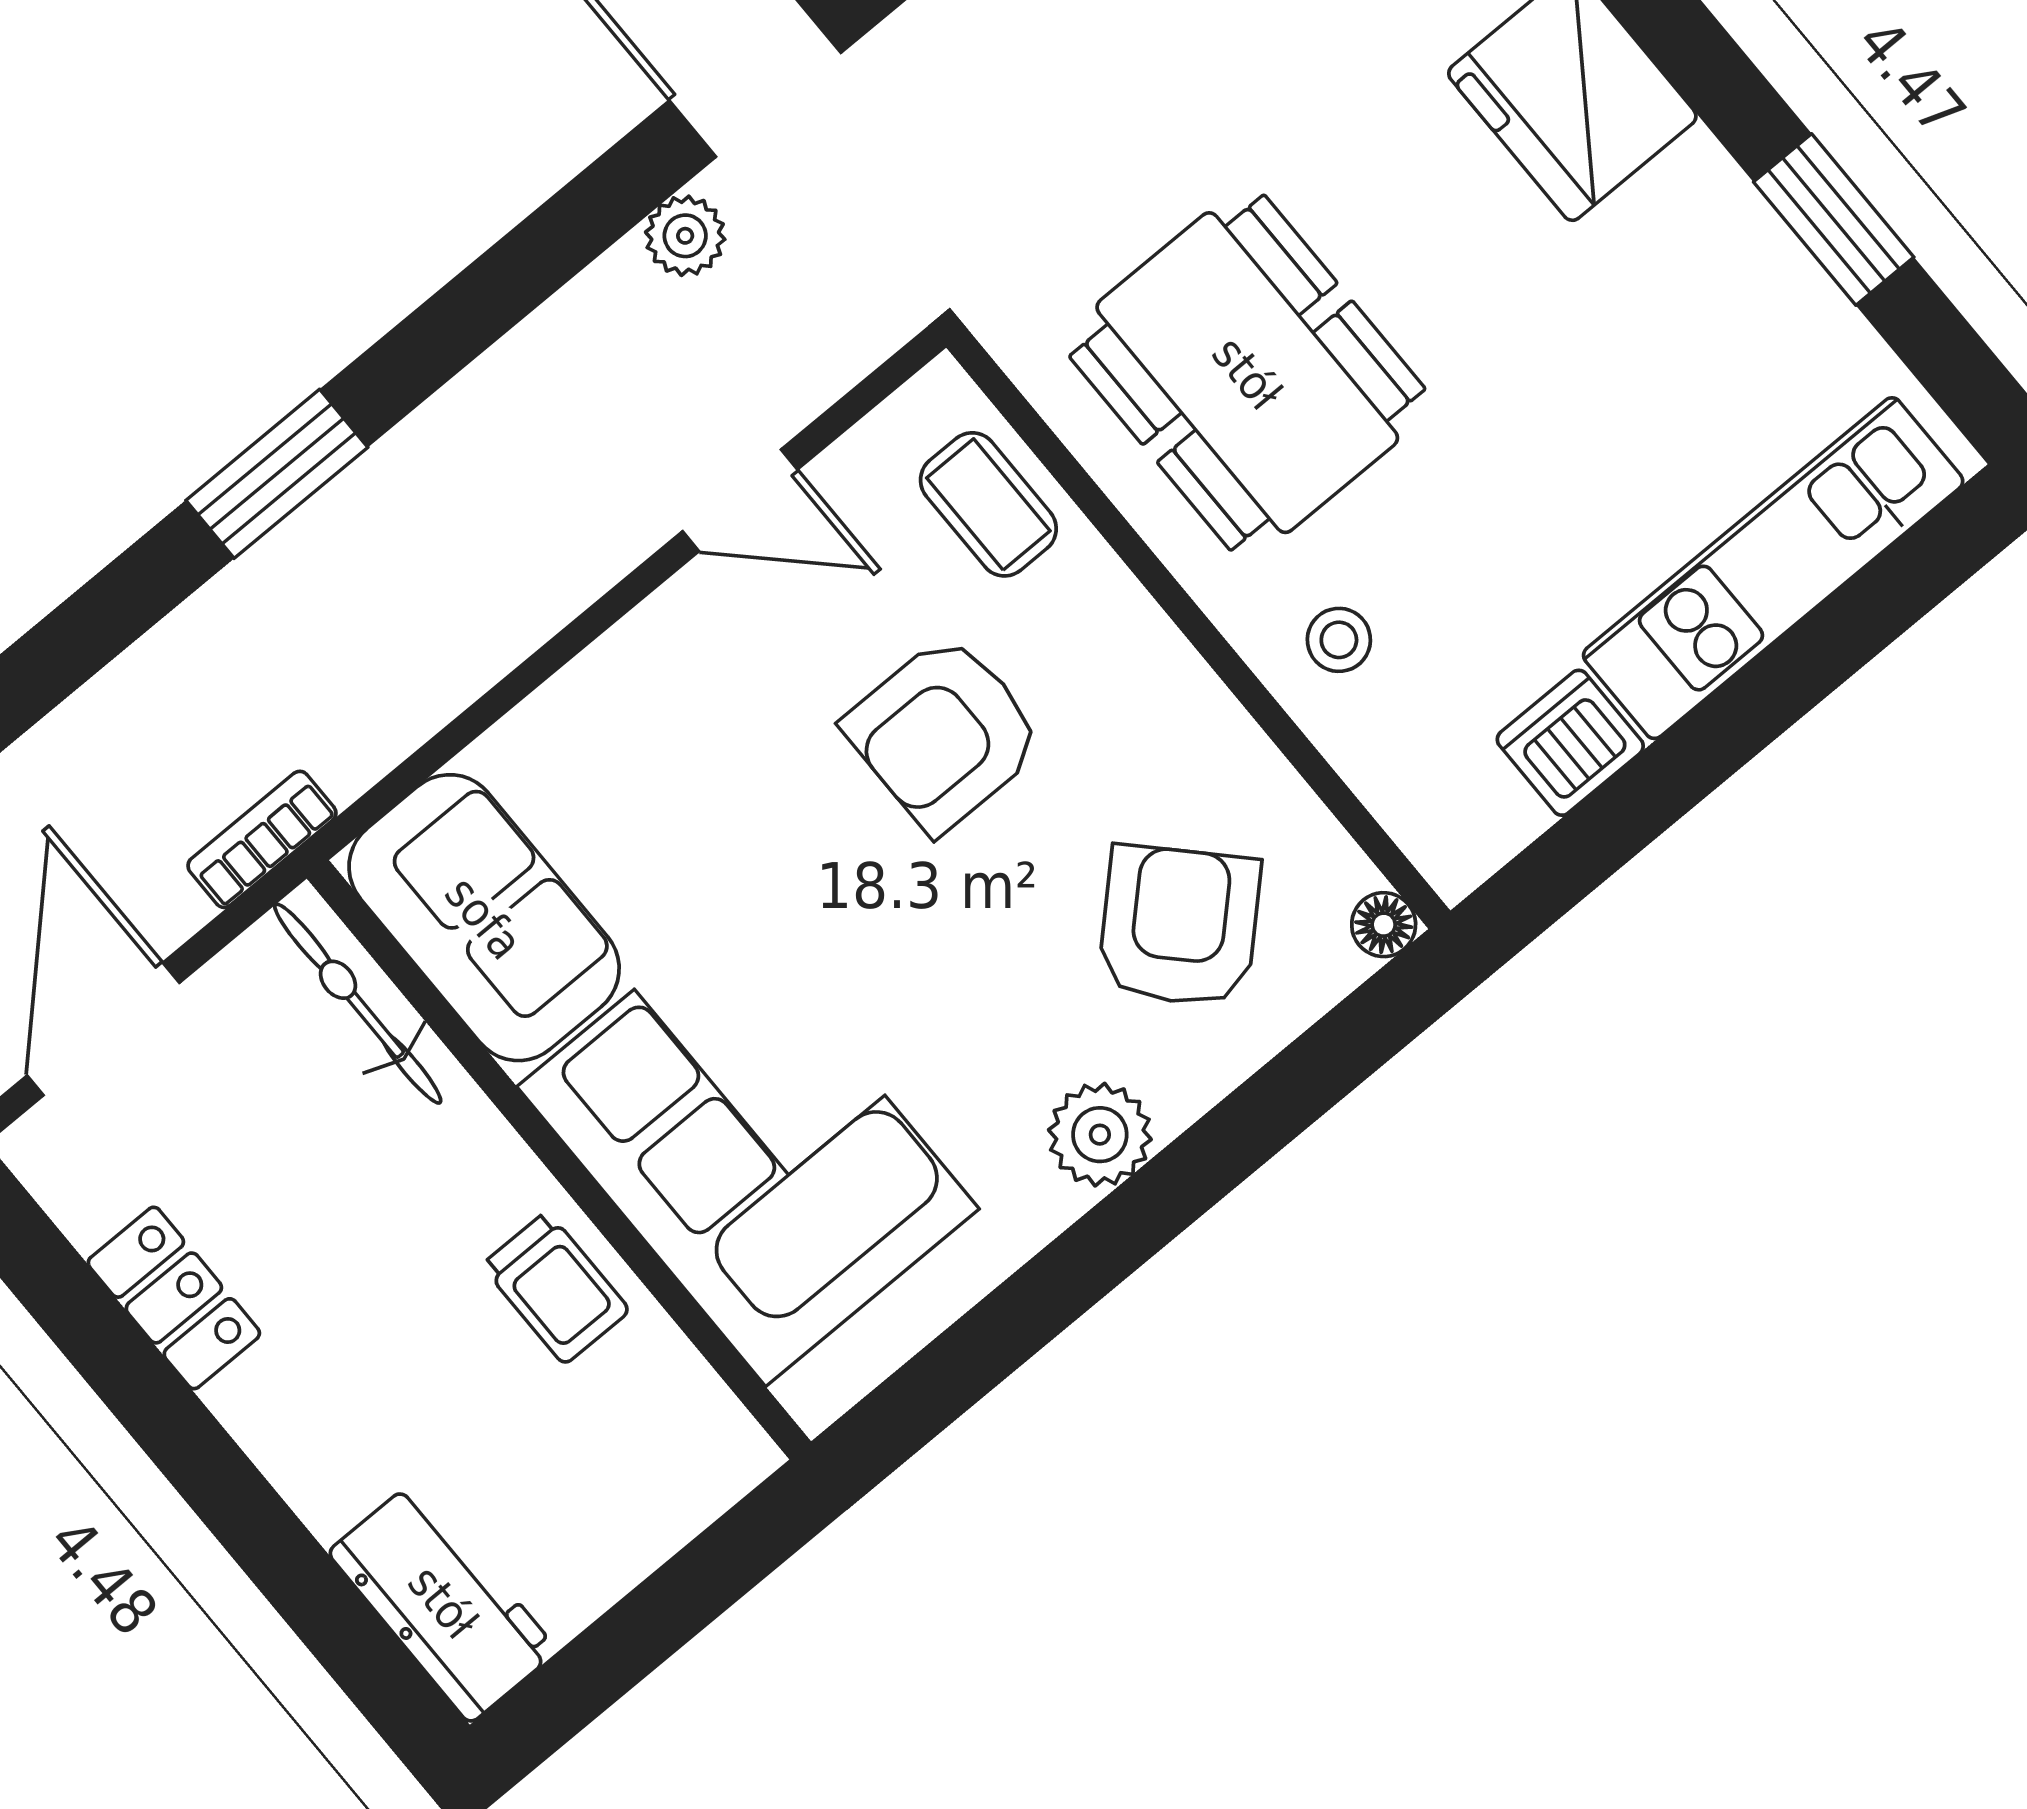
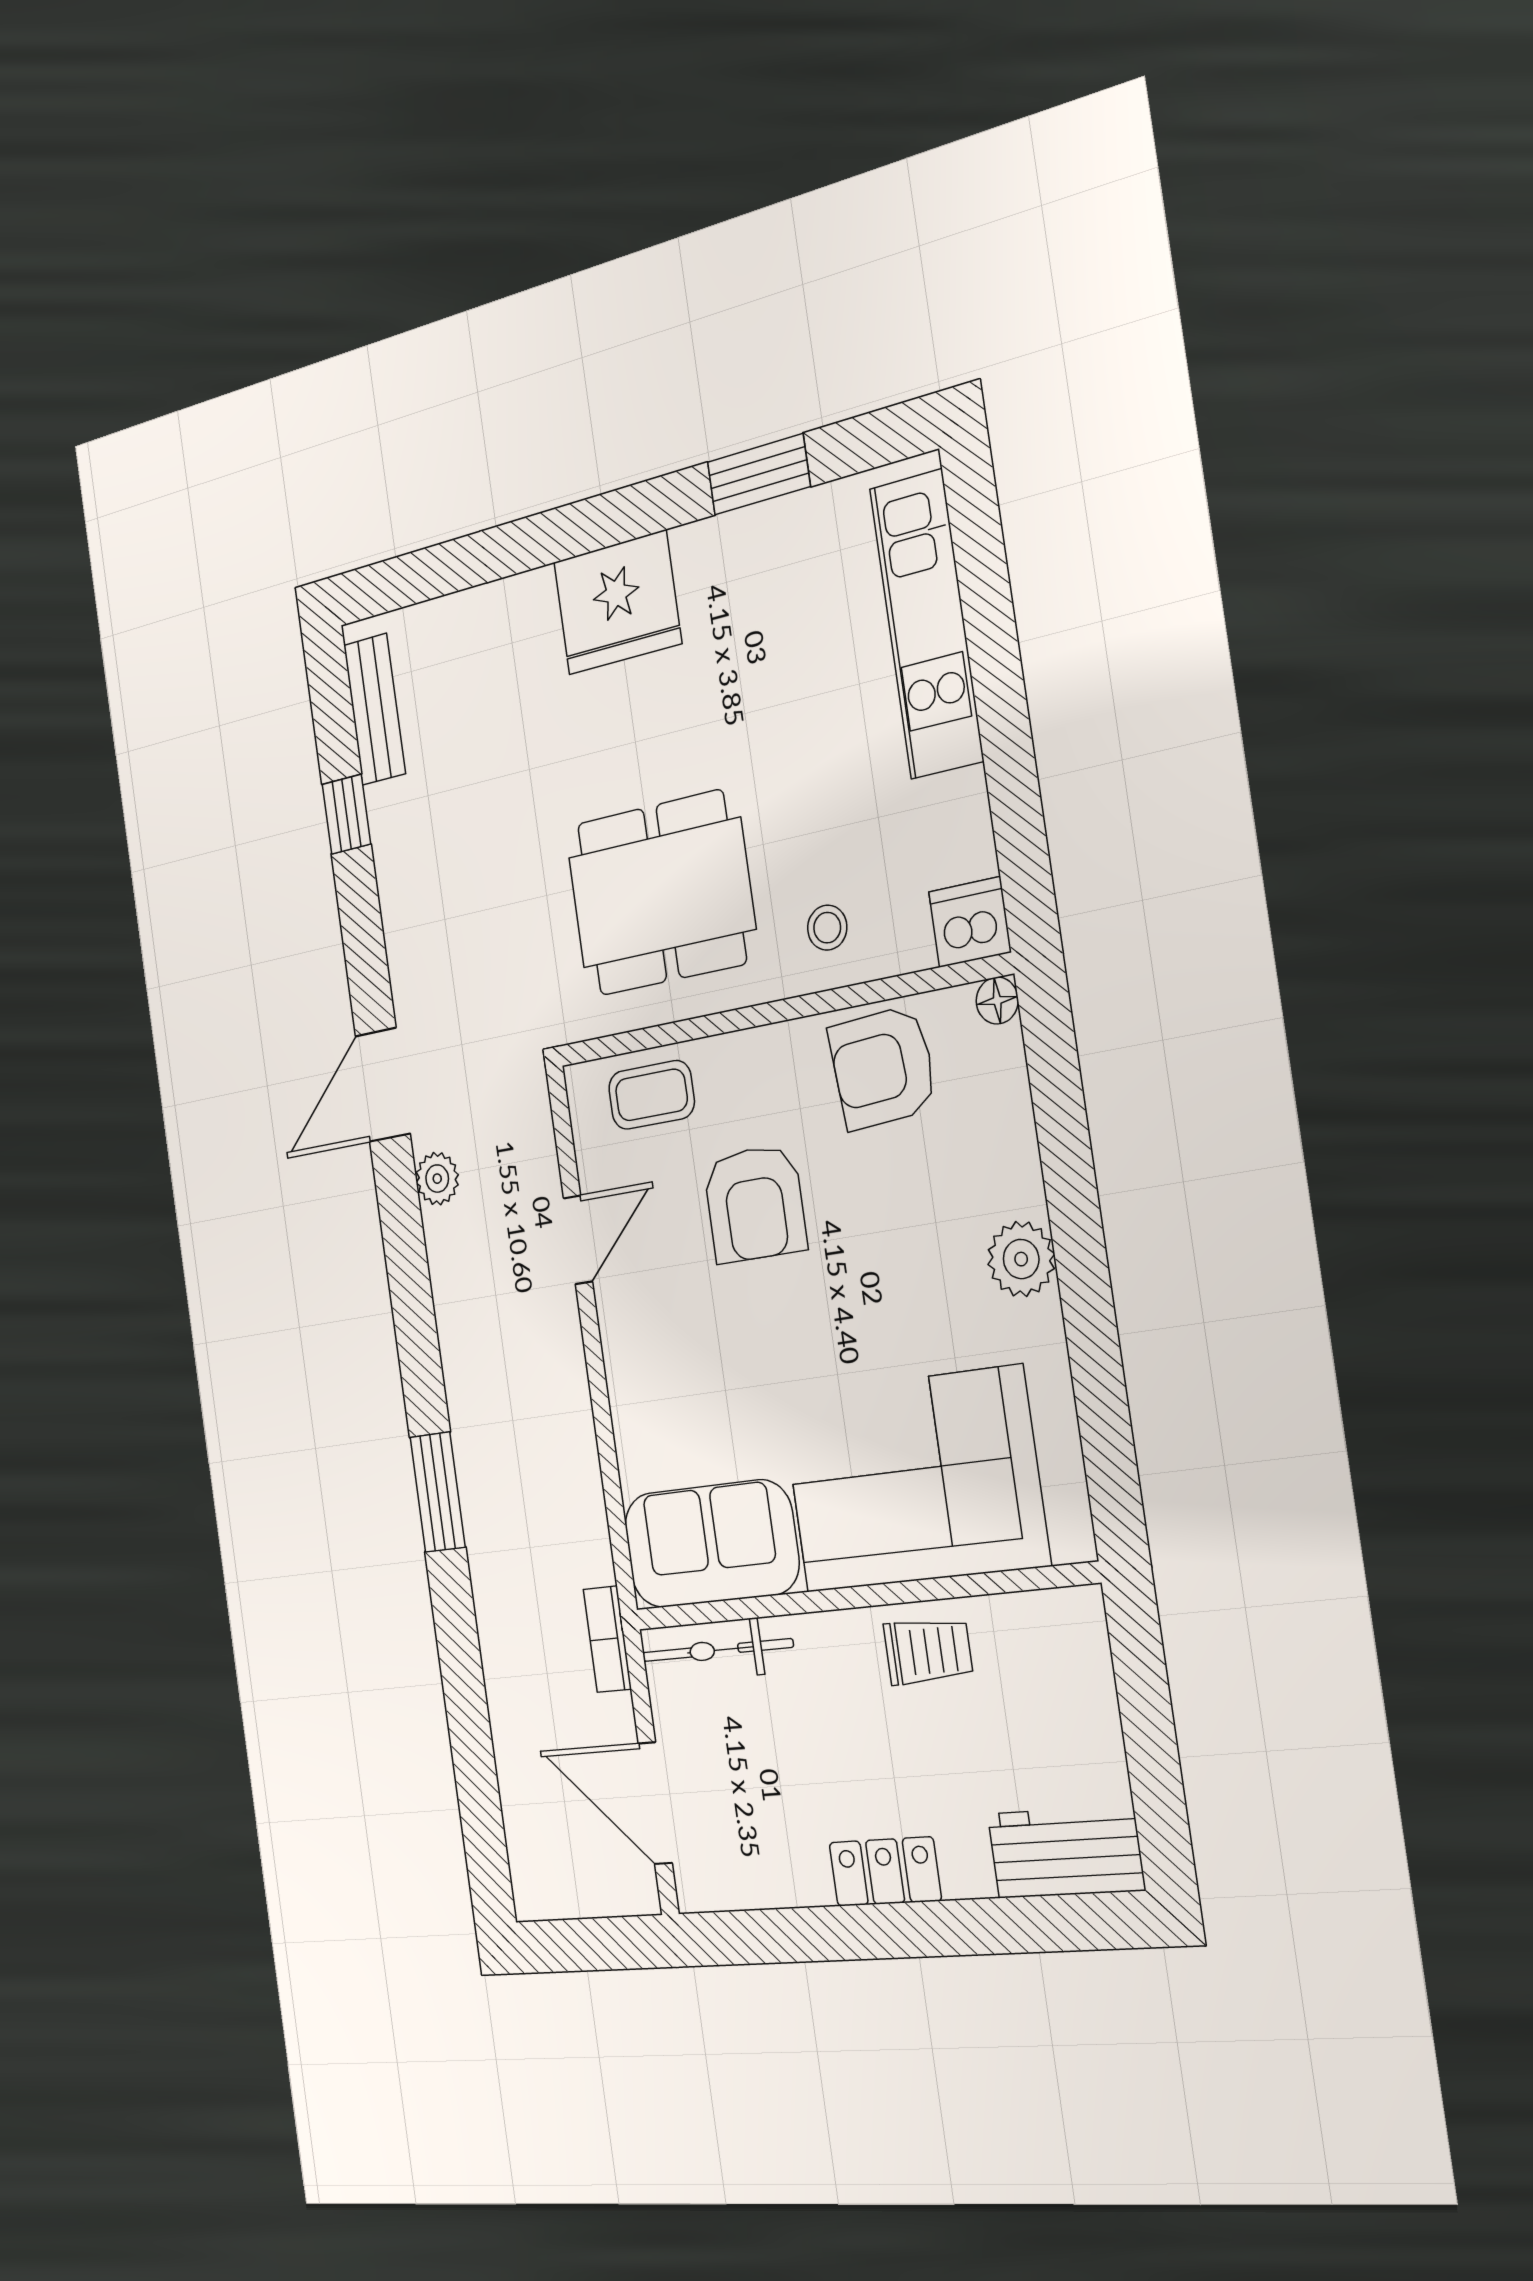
dishwasher: (1570, 743) -> (970, 922), moved, turned 90
armchair: (1179, 926) -> (883, 1068), moved, turned -50
locker: (174, 1298) -> (885, 1872), moved

